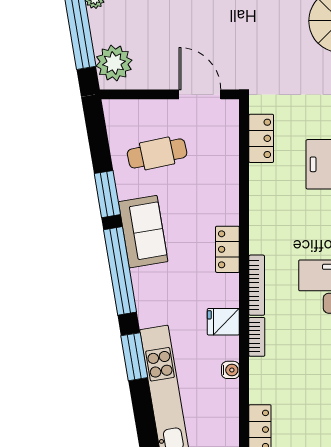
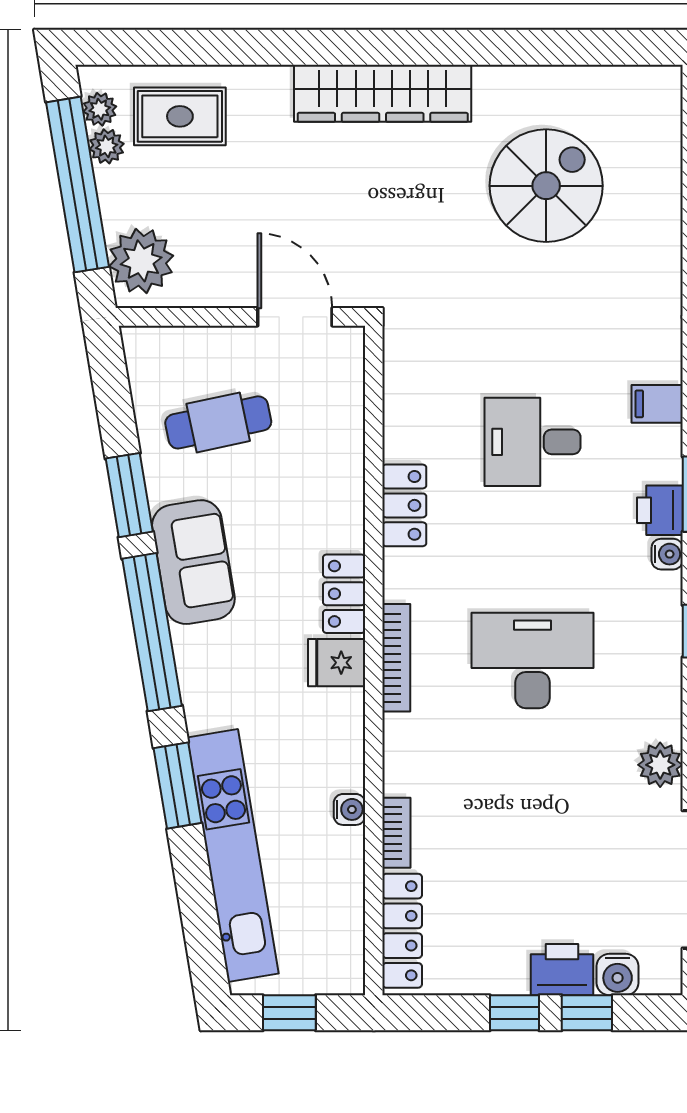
locker: (261, 138) -> (404, 505), moved
fridge: (223, 322) -> (337, 663), moved
bookcase: (257, 337) -> (396, 833), moved

